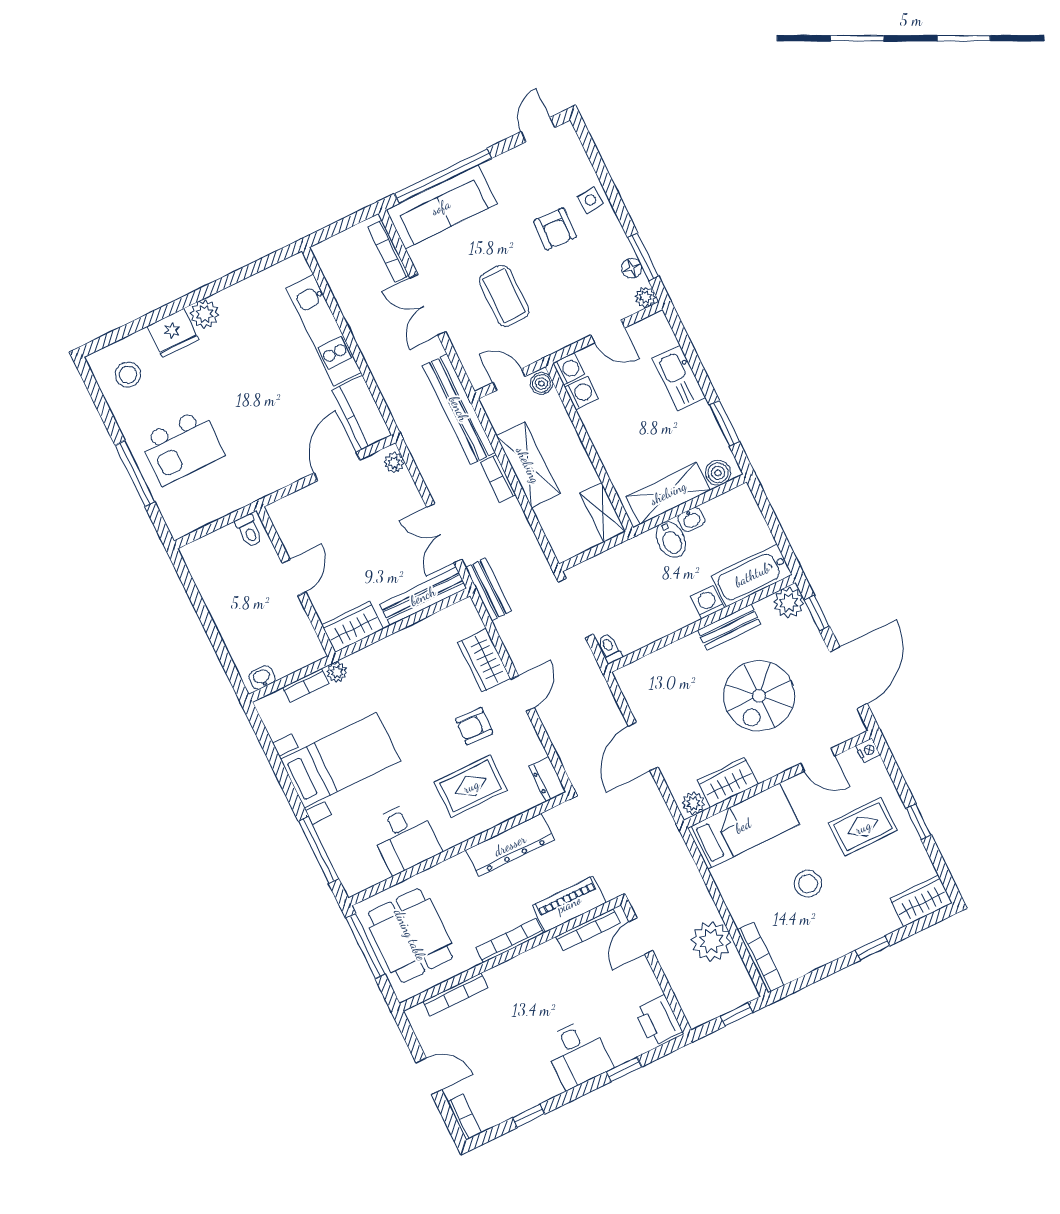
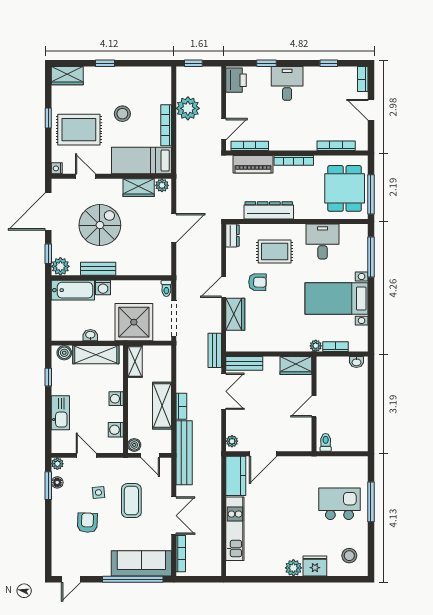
side table: (590, 200) -> (98, 492), moved
washing machine: (569, 369) -> (116, 399), moved
window: (724, 423) -> (48, 377), width x0.67
bidet: (671, 540) -> (106, 330), removed
shower: (634, 572) -> (134, 322), added
bench: (423, 596) -> (244, 363), width x0.73
rug: (863, 827) -> (79, 130), width x1.36, depth x1.43
bookcase: (761, 957) -> (166, 125), moved

